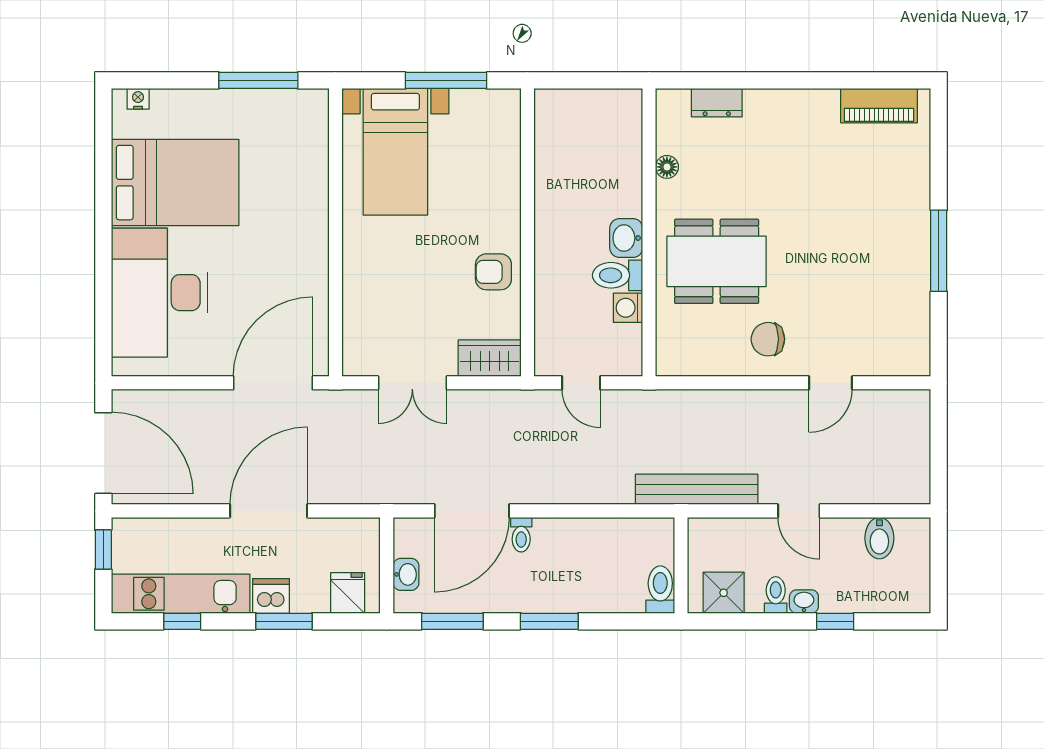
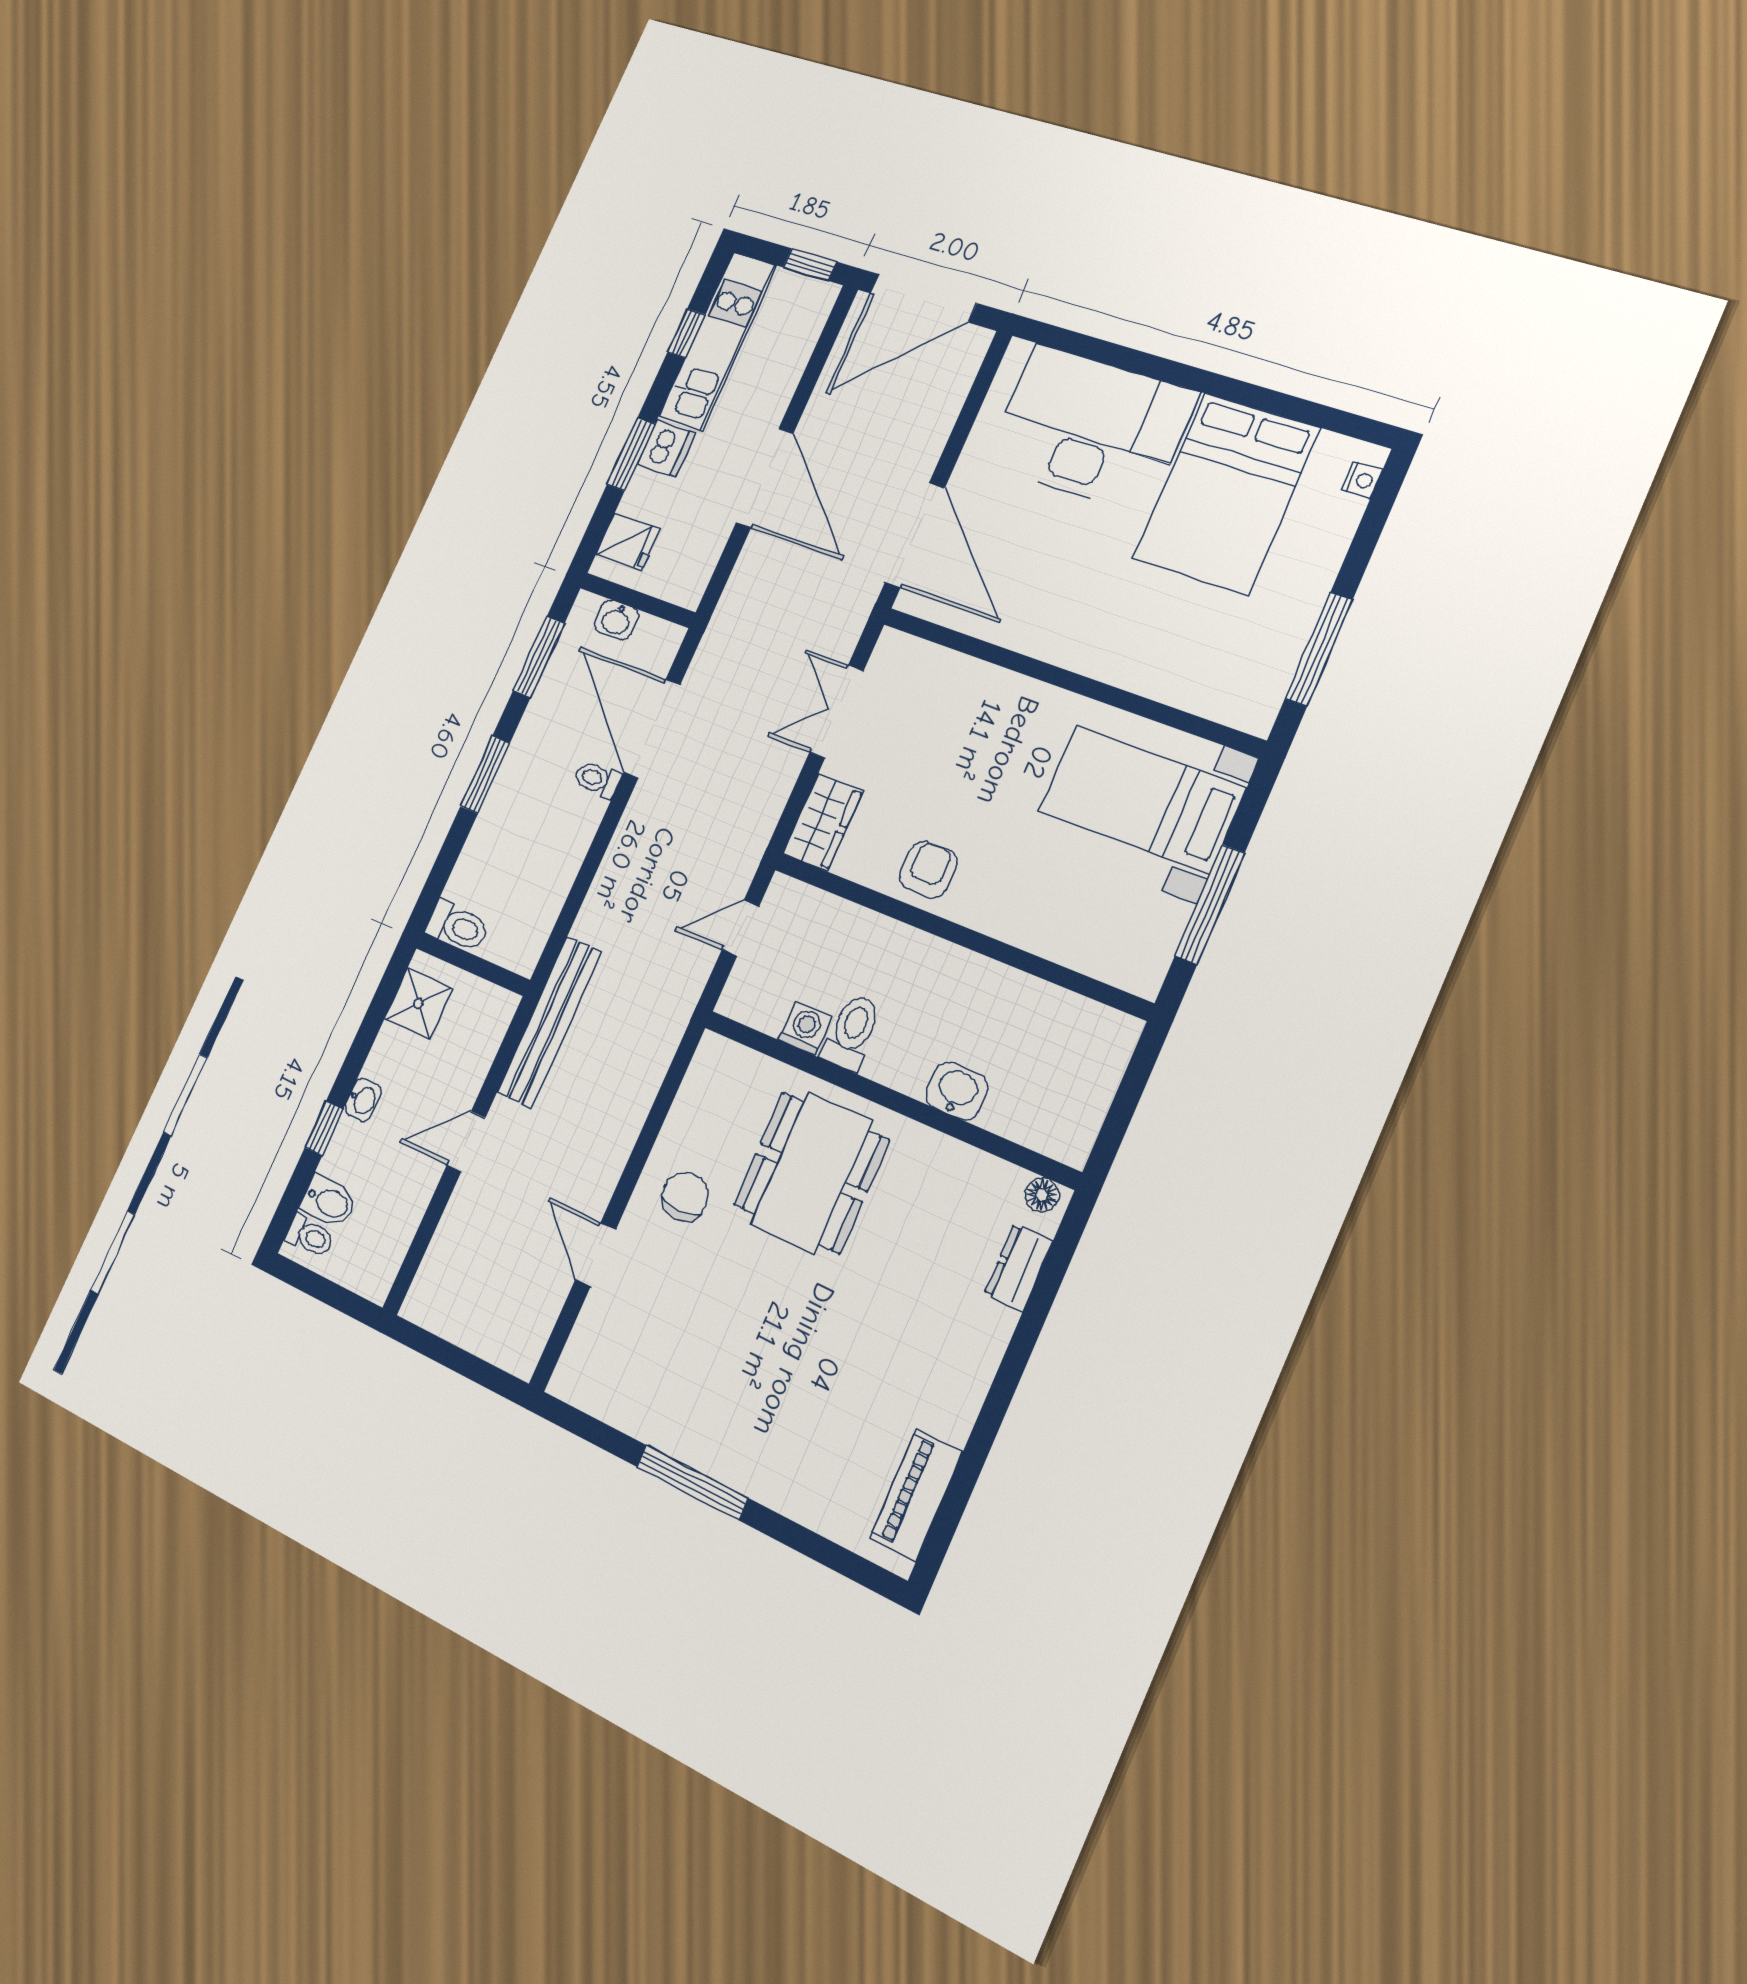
floor lamp: (667, 167) -> (1042, 1195), moved
washbasin: (626, 238) -> (957, 1091), moved
bidet: (879, 538) -> (329, 1202), moved, turned 180
toilet: (776, 595) -> (310, 1236), moved

